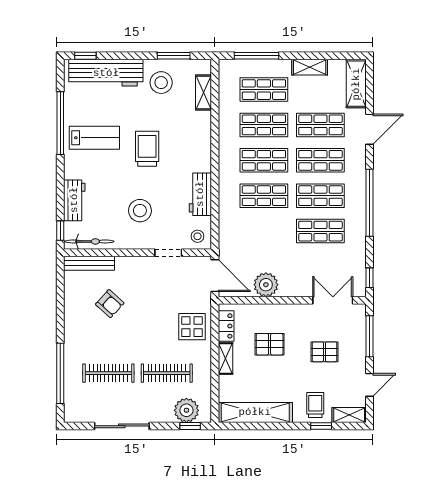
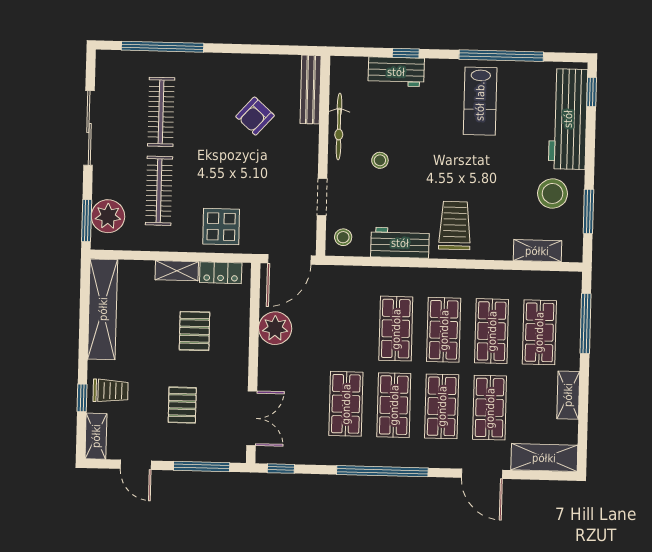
trolley: (147, 149) -> (455, 225), moved, turned -90
stool: (140, 211) -> (380, 160), width x0.53, depth x0.53
window: (60, 231) -> (406, 53), moved
bicycle: (89, 241) -> (339, 126), moved
window: (190, 426) -> (87, 221), width x1.50

